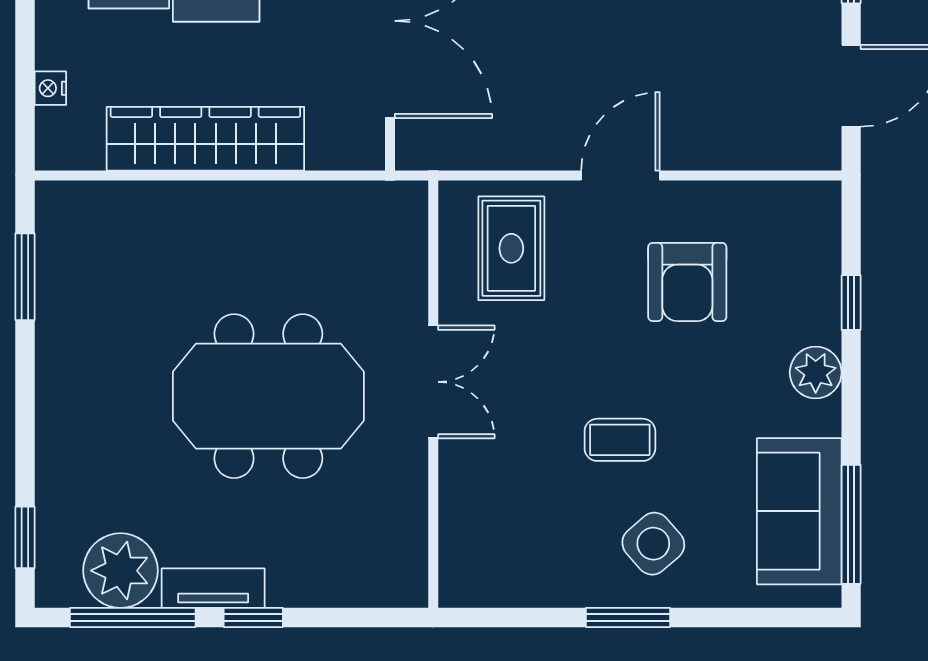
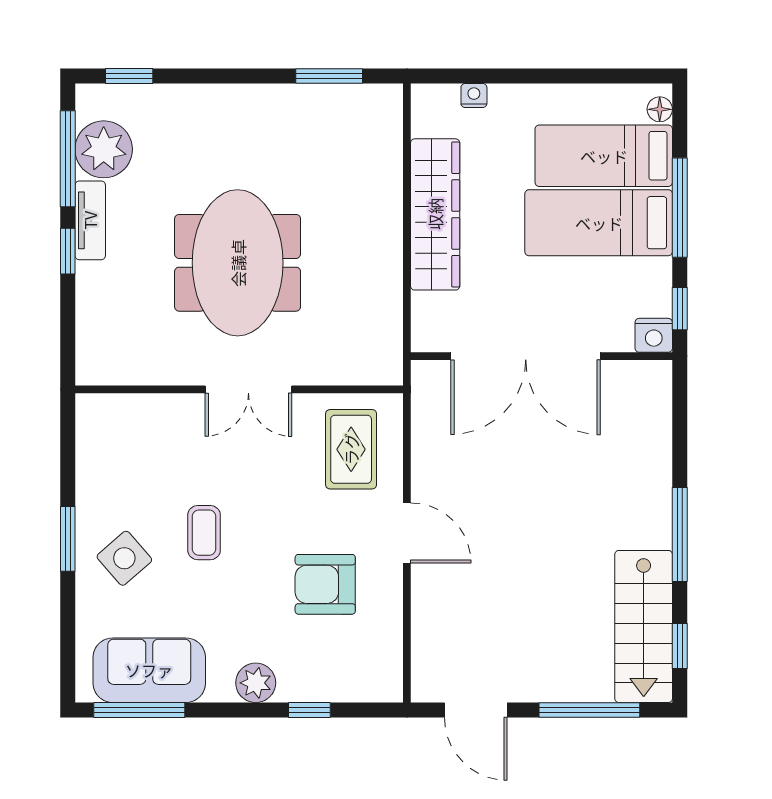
rug: (511, 248) -> (351, 449), turned 90

